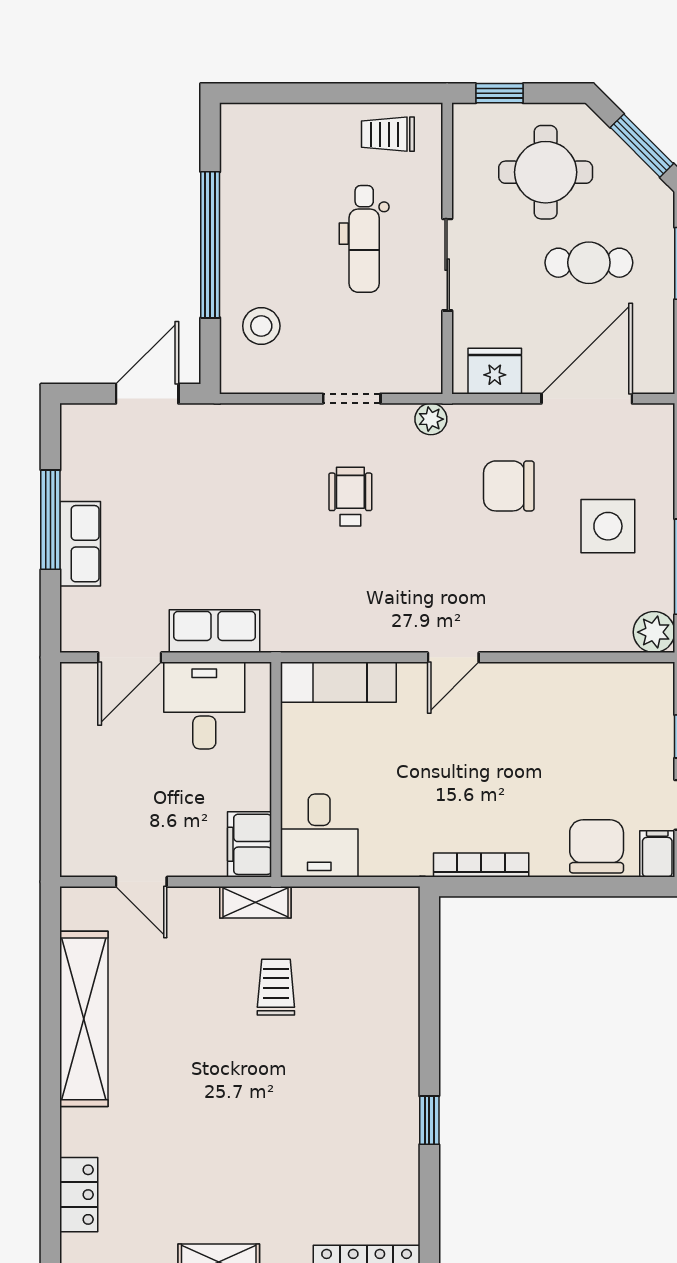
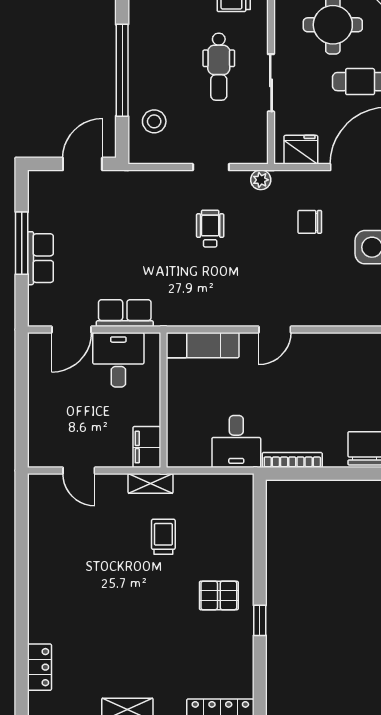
chair: (509, 486) -> (310, 222), width x0.73, depth x0.73
desk: (319, 836) -> (236, 442), moved
shelving: (84, 1019) -> (43, 557), removed
pallet: (364, 1081) -> (219, 595), added

